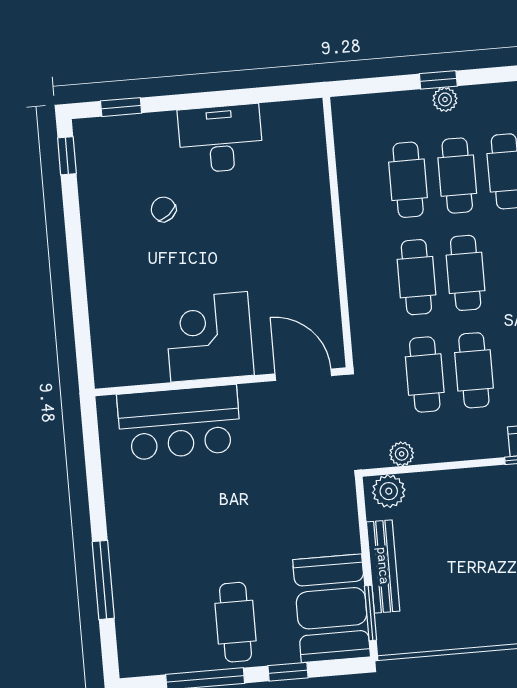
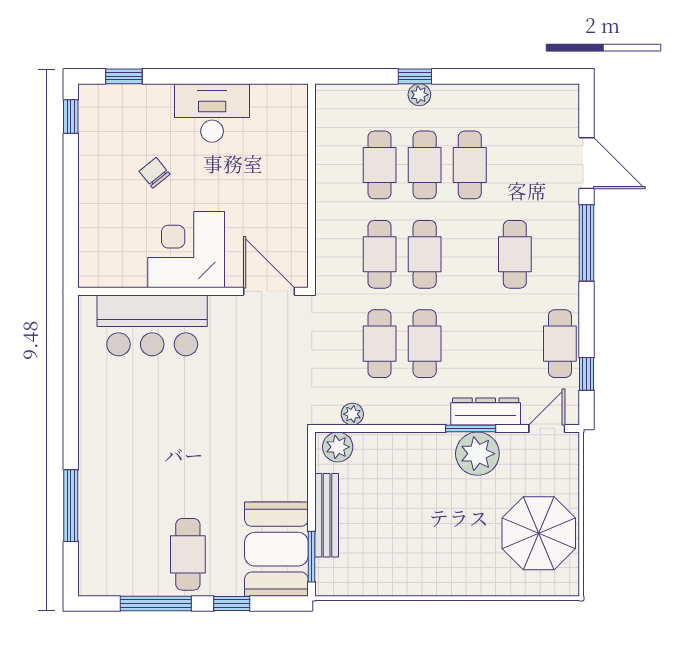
corner desk: (209, 337) -> (186, 250), moved
door: (303, 375) -> (269, 291), moved
wall: (221, 382) -> (193, 291), moved
bar counter: (179, 423) -> (152, 325), moved

